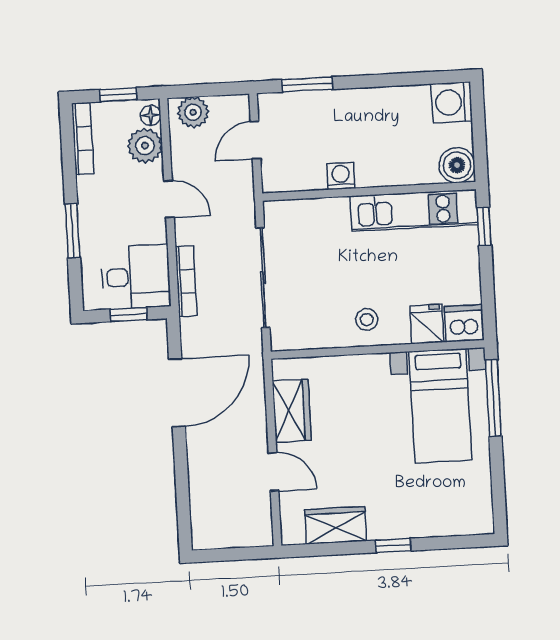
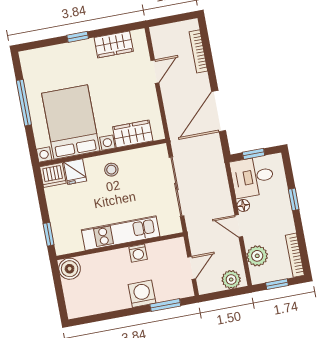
washing machine: (452, 102) -> (142, 294), moved, turned -90
floor lamp: (151, 115) -> (243, 205), moved
kitchen unit: (414, 210) -> (121, 233), moved
window: (72, 231) -> (294, 199), width x0.67
bookcase: (186, 281) -> (198, 51), moved
window: (493, 398) -> (24, 103), moved
bed with nightstands: (440, 406) -> (71, 122), width x1.36
wardrobe: (292, 411) -> (133, 134), moved, turned 90
door: (273, 472) -> (155, 72), swing flipped

